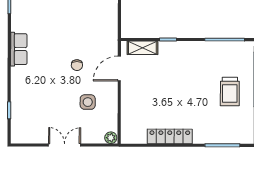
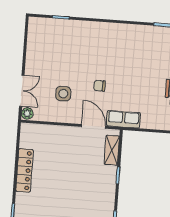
row of seats: (19, 49) -> (123, 119), moved, turned 180
double door: (65, 145) -> (22, 91), moved

